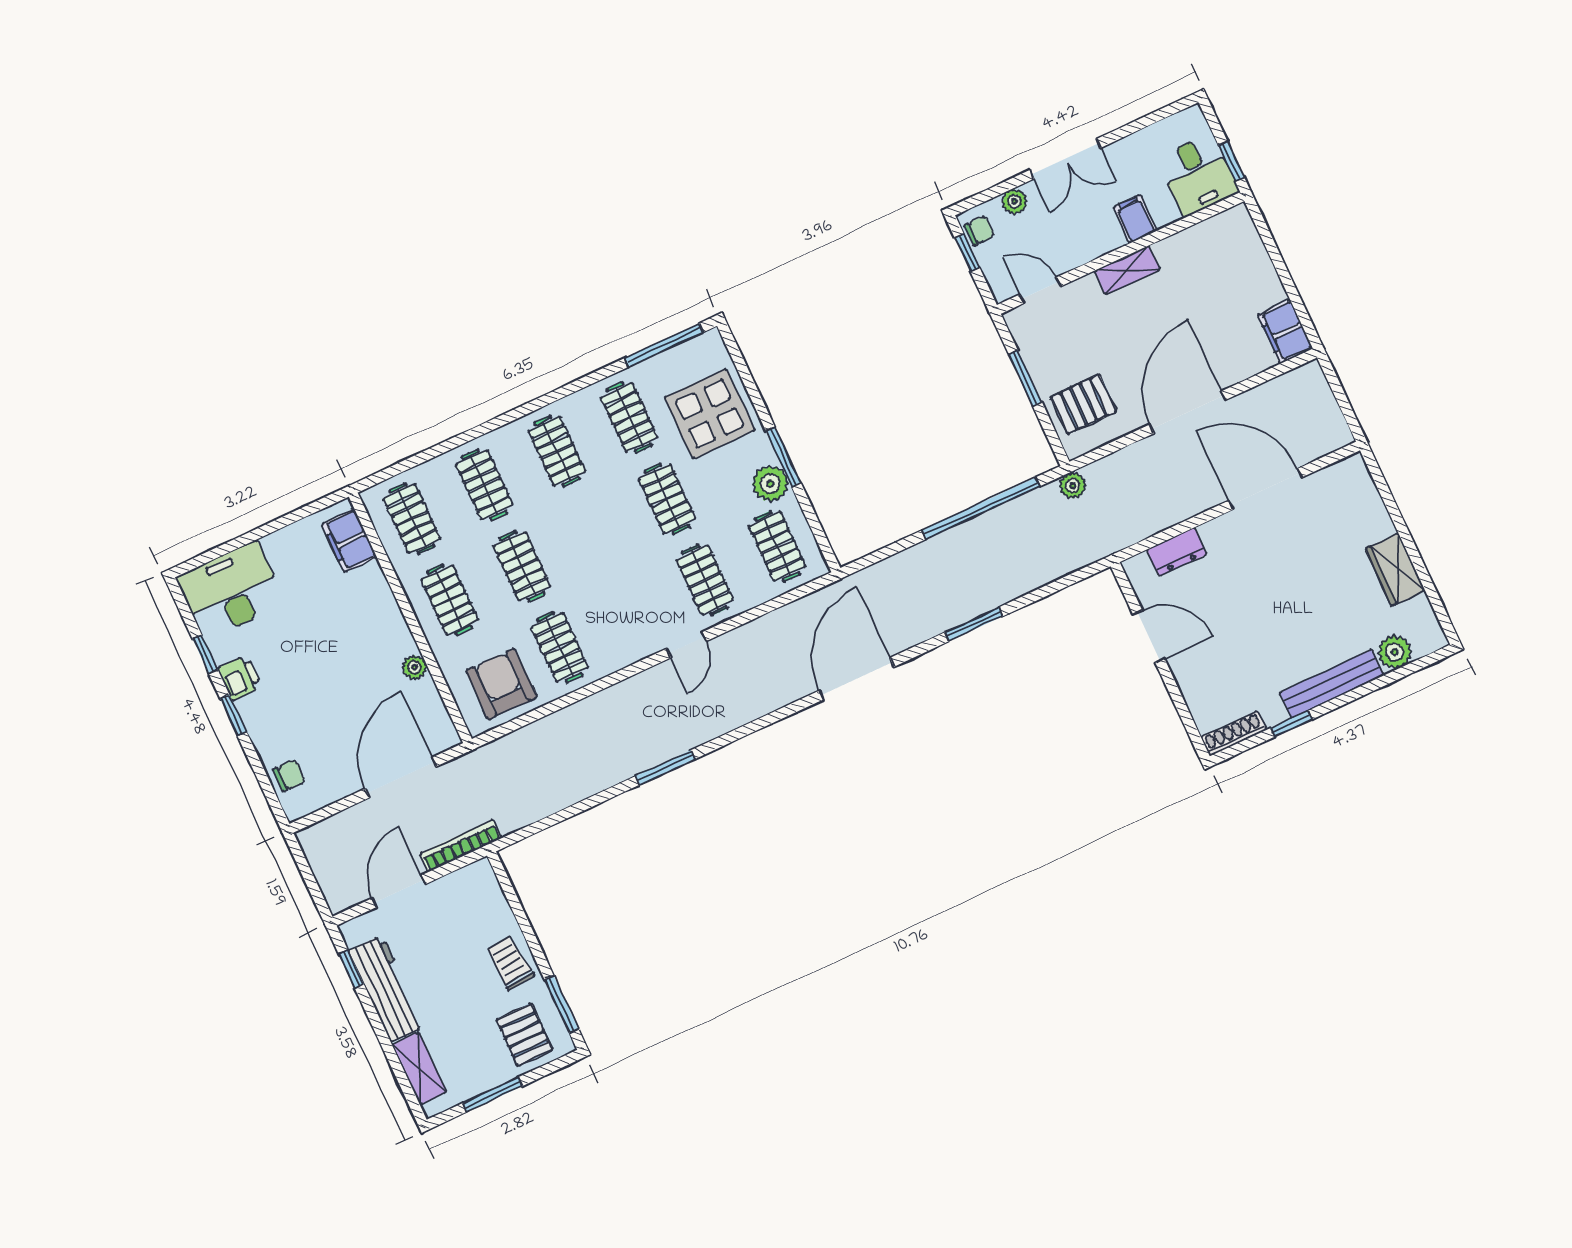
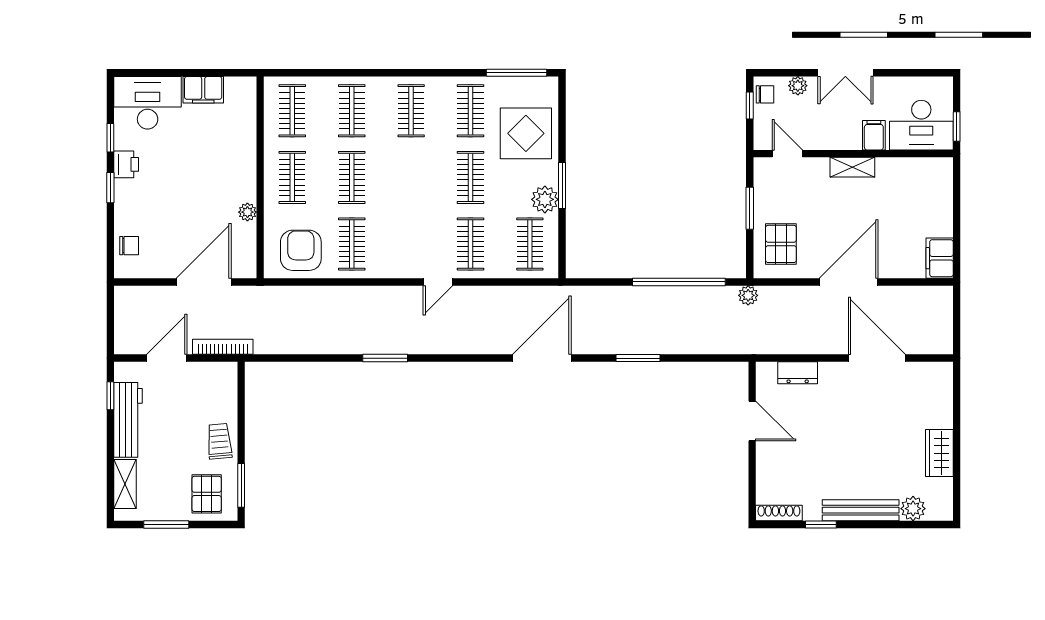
desk: (1198, 175) -> (921, 125), width x1.37
pallet: (1084, 404) -> (781, 244), turned 90
filing cabinet: (349, 541) -> (203, 90), moved, turned -90

